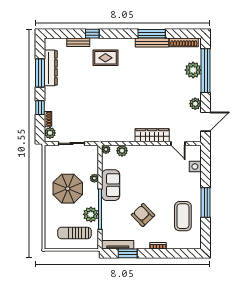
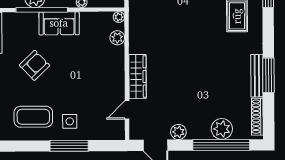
side table: (195, 167) -> (70, 121), moved
sofa: (111, 185) -> (59, 23), moved
window: (206, 203) -> (69, 146), moved

